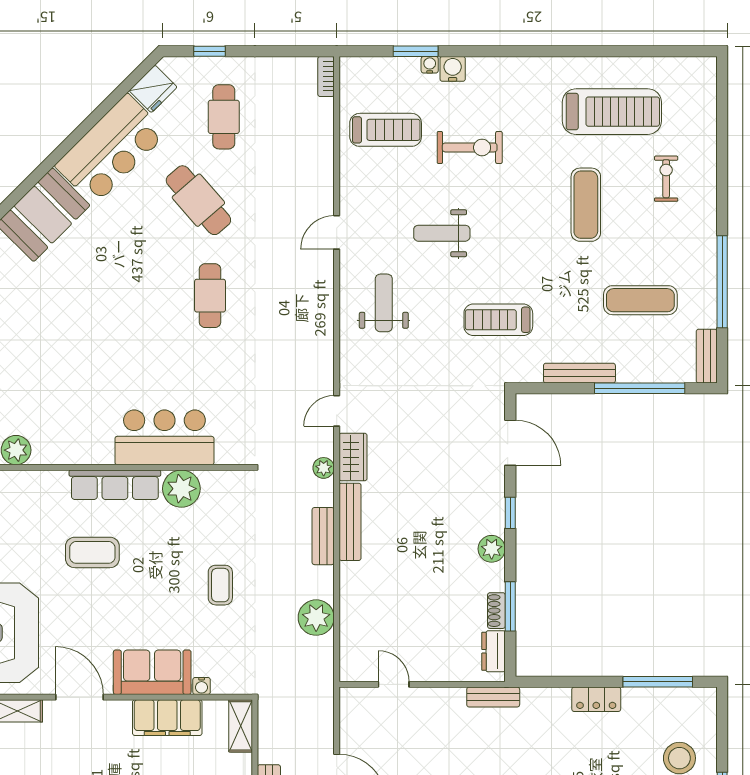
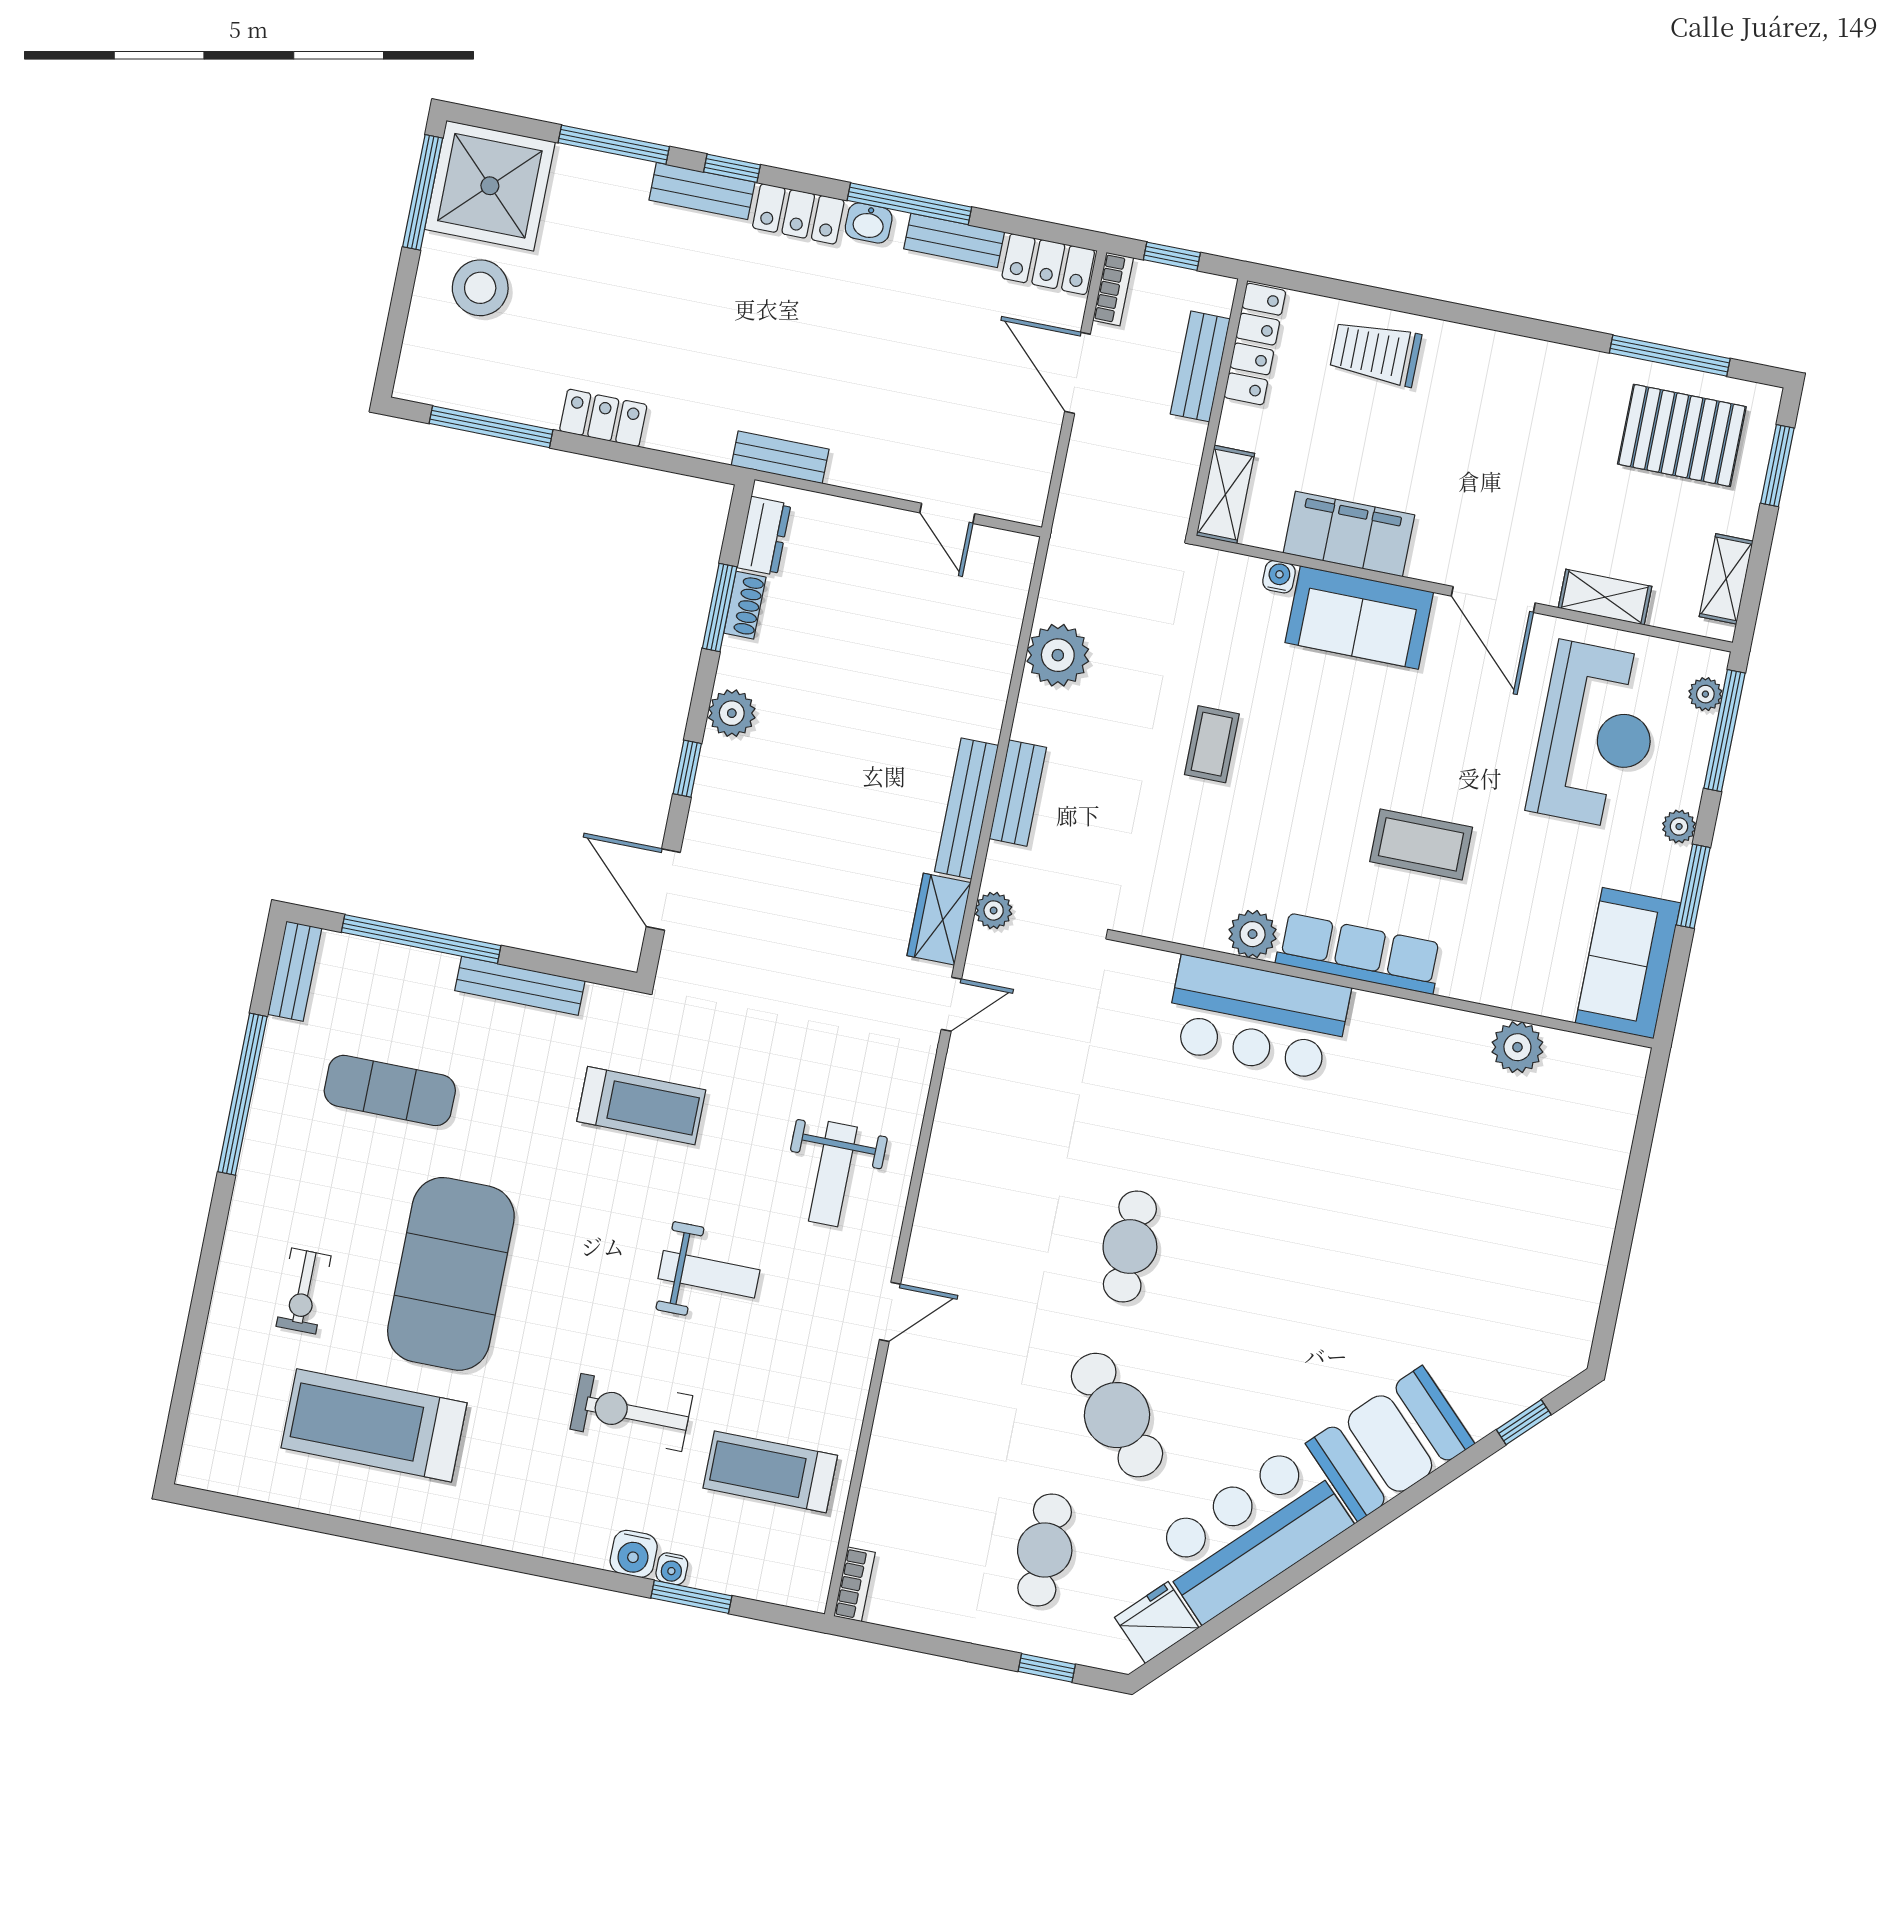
exercise mat: (586, 205) -> (451, 1274), width x2.00, depth x1.45
plant: (181, 489) -> (1253, 934), width x0.73, depth x0.73

